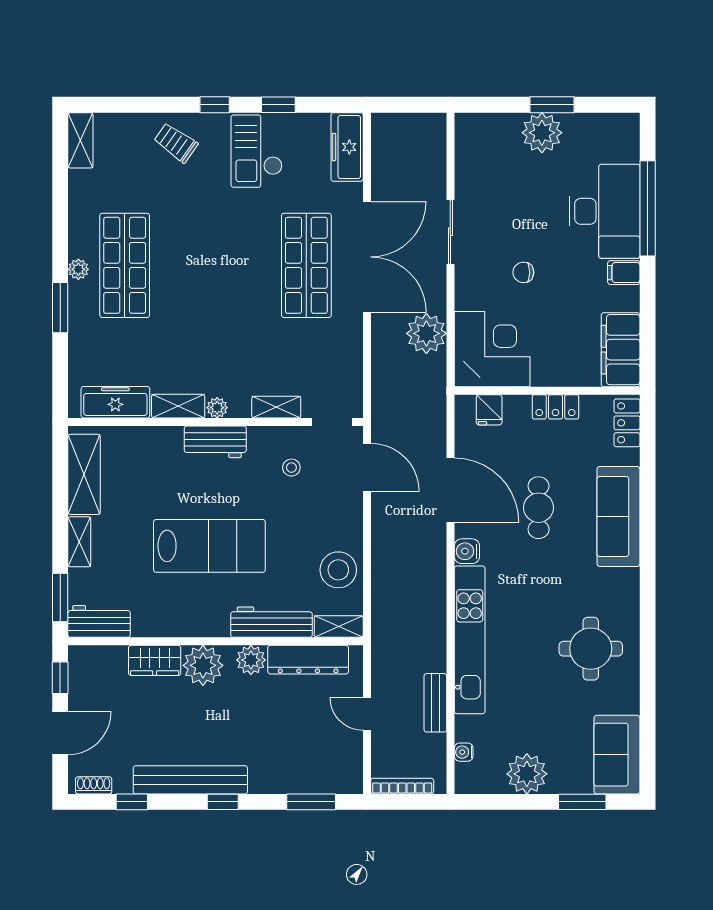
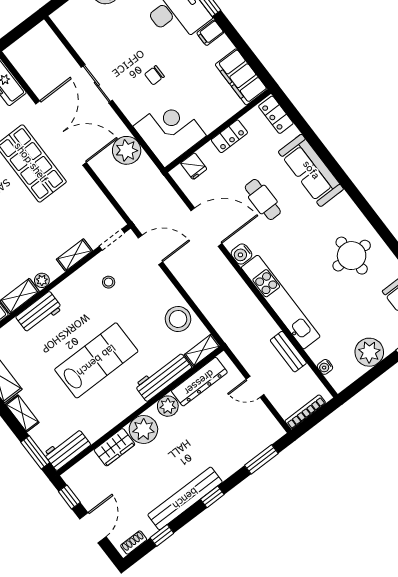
workbench: (215, 442) -> (39, 313), moved

